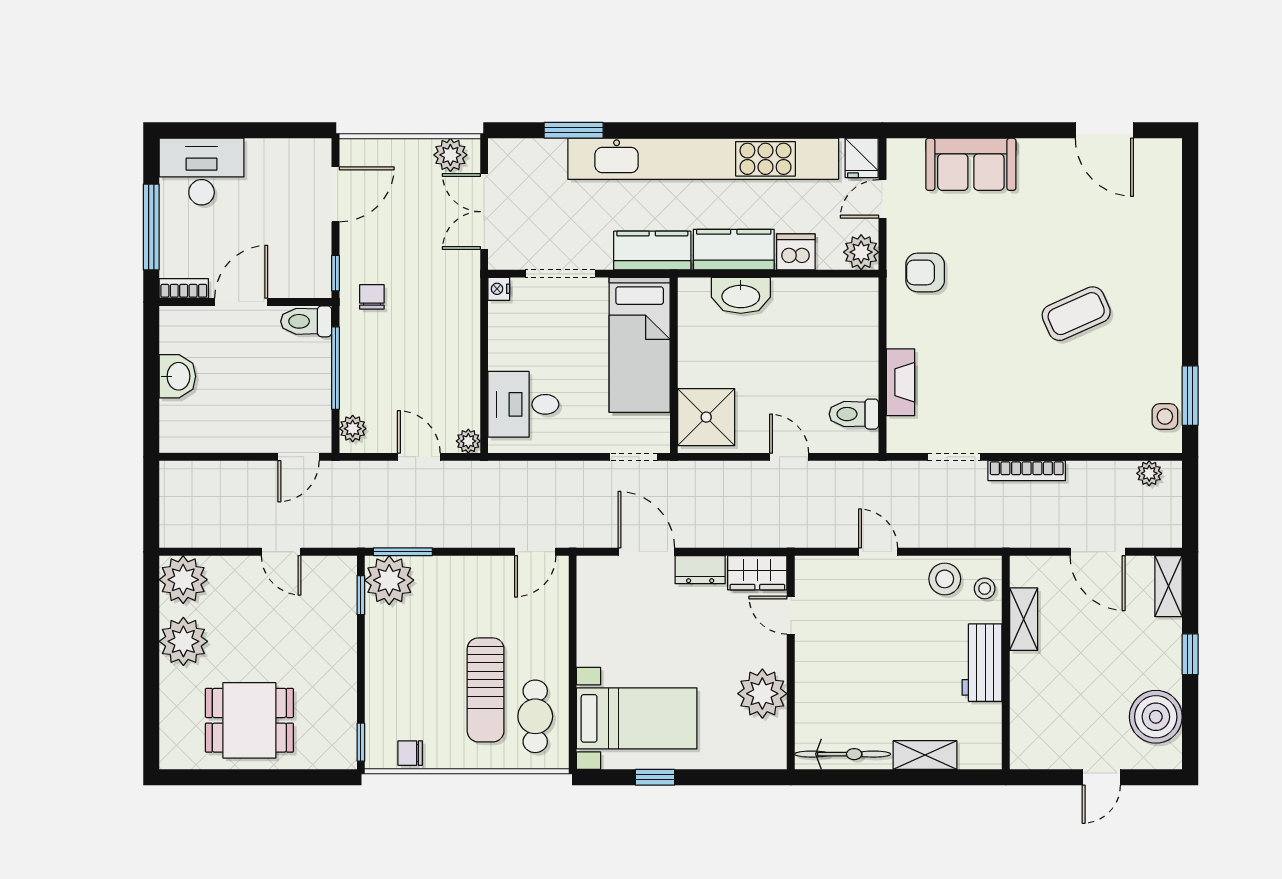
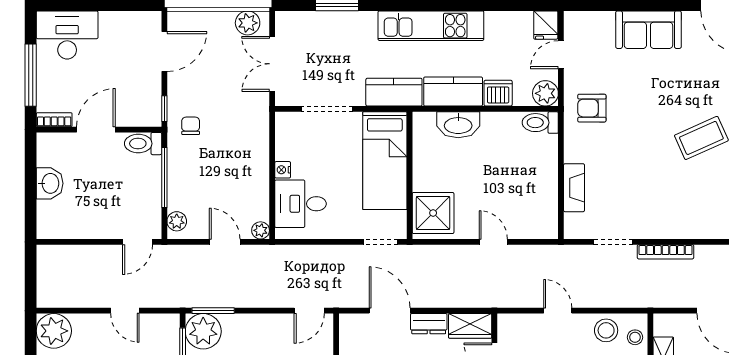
kitchen unit: (703, 159) -> (431, 26), width x0.54
sofa: (971, 164) -> (648, 30), moved
nightstand: (499, 289) -> (283, 170), moved
toilet: (854, 414) -> (540, 123), moved

